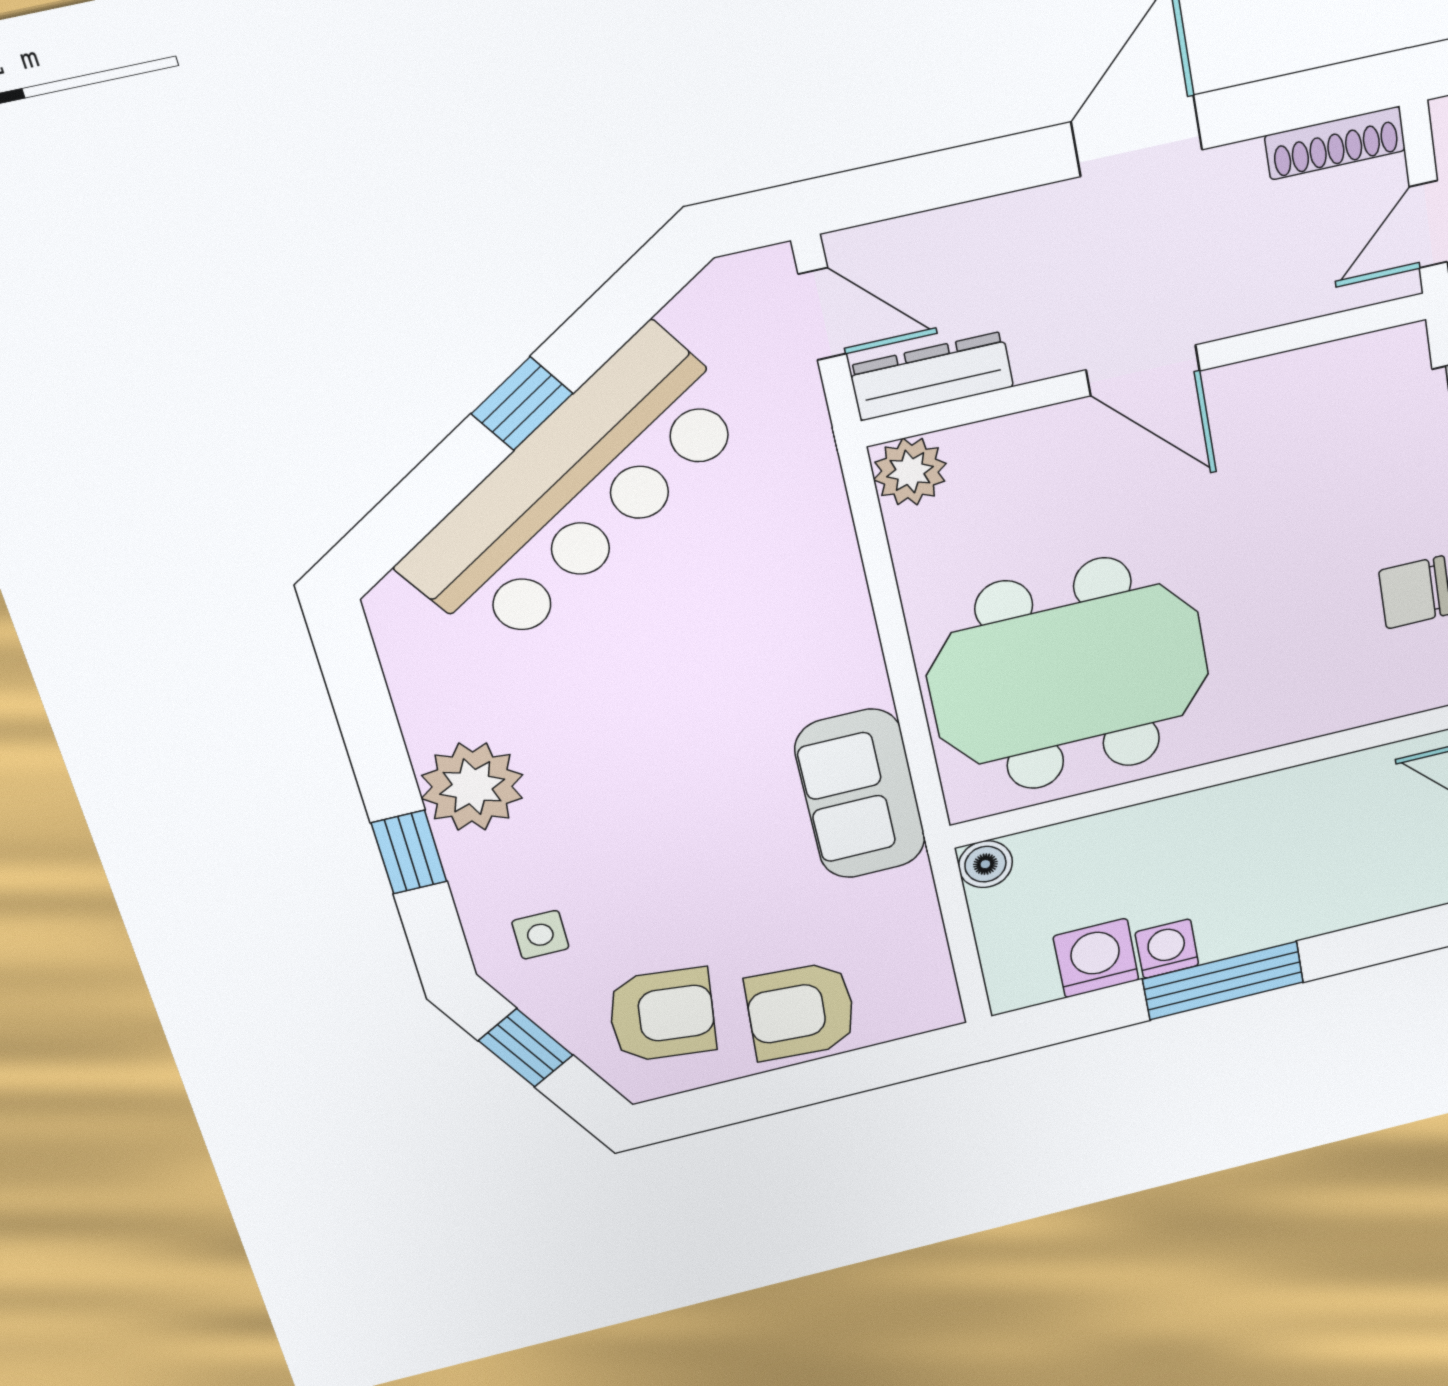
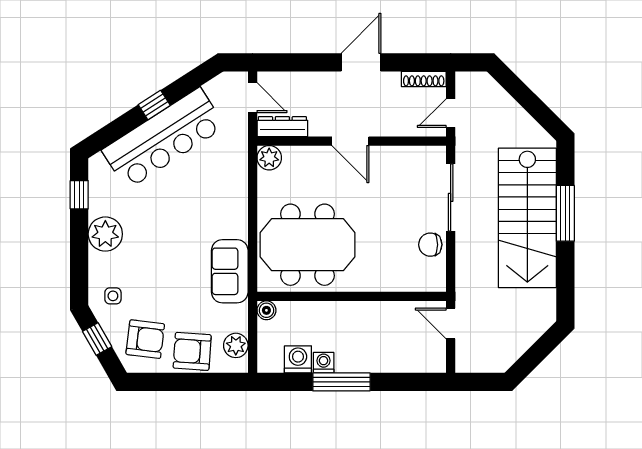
window: (409, 852) -> (79, 195), moved
plant: (919, 968) -> (236, 345), added

